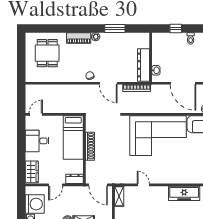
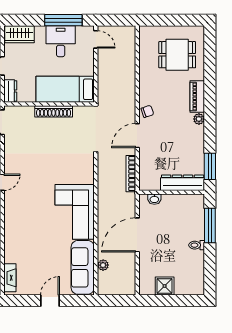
window: (115, 28) -> (210, 166), moved
window: (176, 28) -> (210, 225), width x2.17
dresser: (144, 65) -> (183, 183), moved
corner sofa: (158, 136) -> (75, 212), width x0.73, depth x0.74
window: (21, 139) -> (63, 20), added

